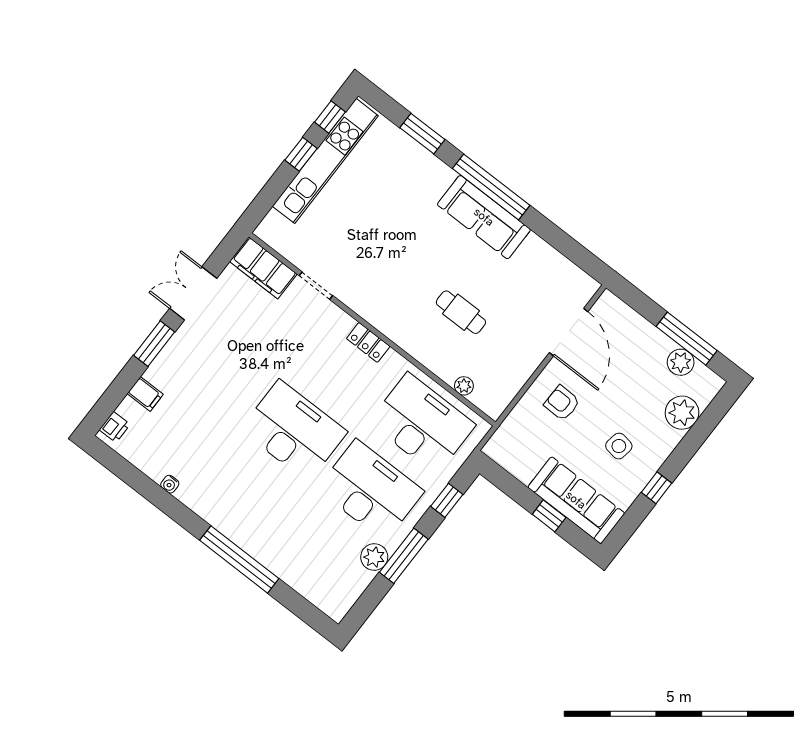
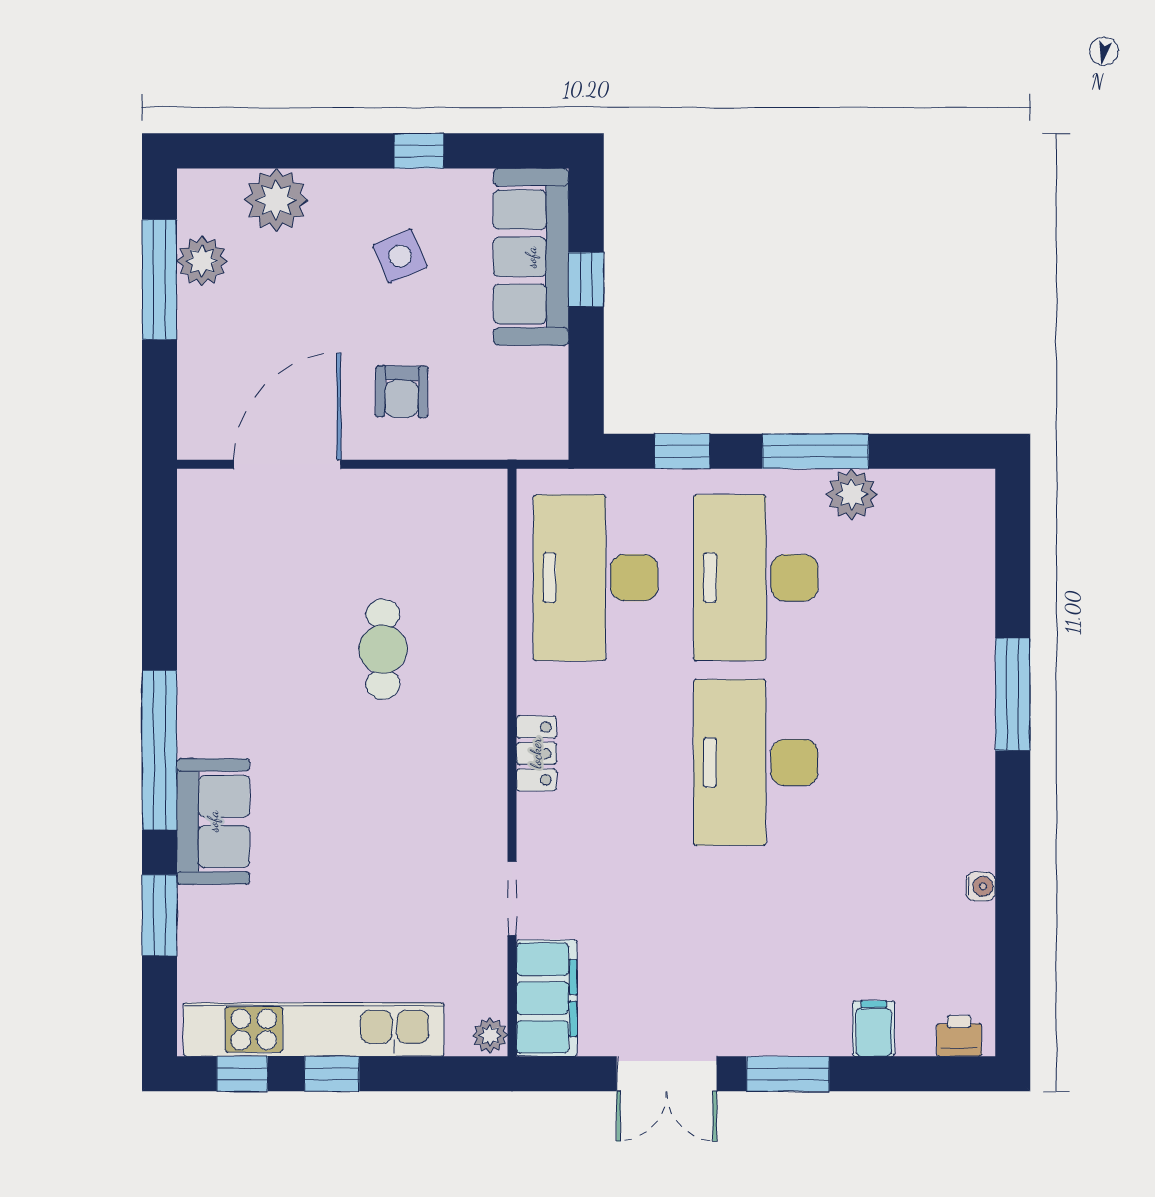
sofa: (484, 217) -> (213, 821), moved, width x0.73
plant: (464, 386) -> (490, 1035), moved
side table: (619, 446) -> (400, 256), turned -32
window: (239, 559) -> (1013, 694), width x0.68

